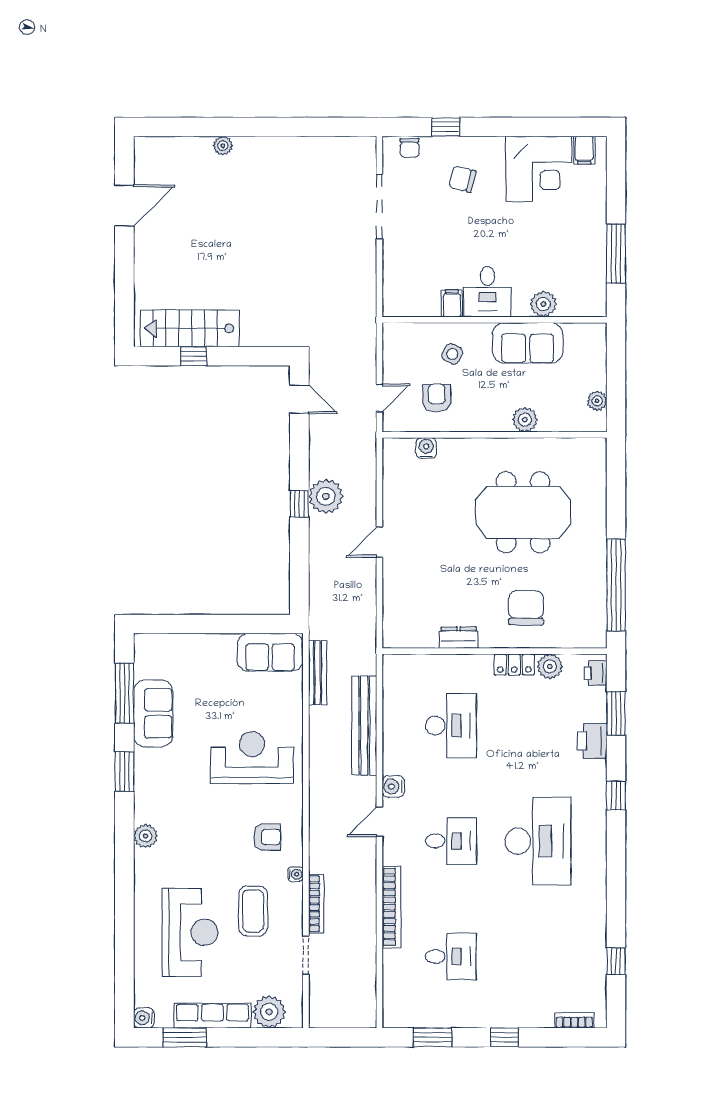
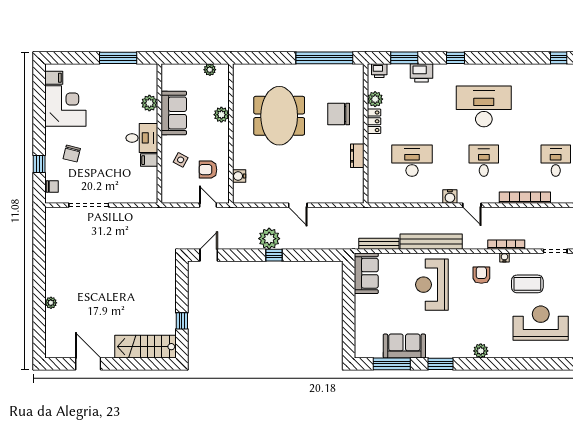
stairs: (190, 328) -> (146, 347), moved, turned 90
bench: (364, 726) -> (431, 242), moved
bookcase: (316, 904) -> (506, 245), moved

